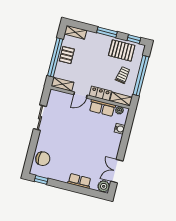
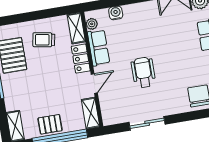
window: (141, 76) -> (34, 16), removed
door: (80, 95) -> (94, 84), hinge flipped
wheelchair: (74, 130) -> (143, 72), added

